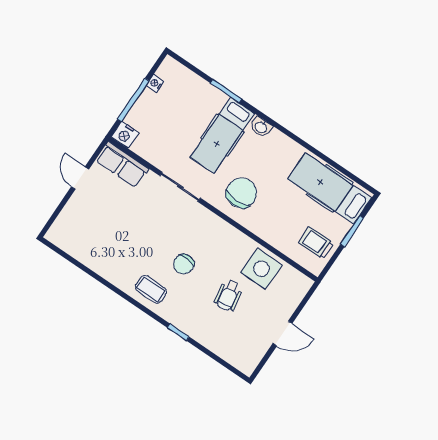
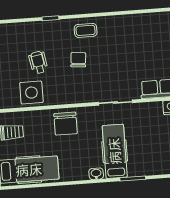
chair: (242, 193) -> (66, 124), moved

